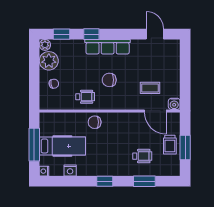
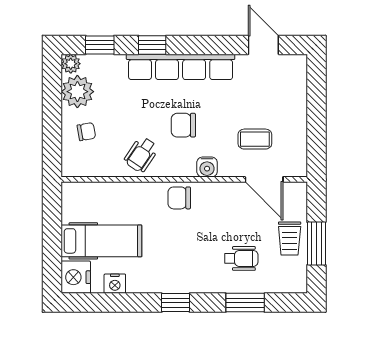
row of seats: (108, 47) -> (181, 67), width x1.36
wheelchair: (85, 97) -> (141, 155), turned 124
water cooler: (174, 104) -> (207, 167), moved
chair: (95, 122) -> (179, 198), moved
window: (34, 145) -> (52, 239), removed
nightstand: (44, 171) -> (76, 277), width x1.89, depth x1.79

